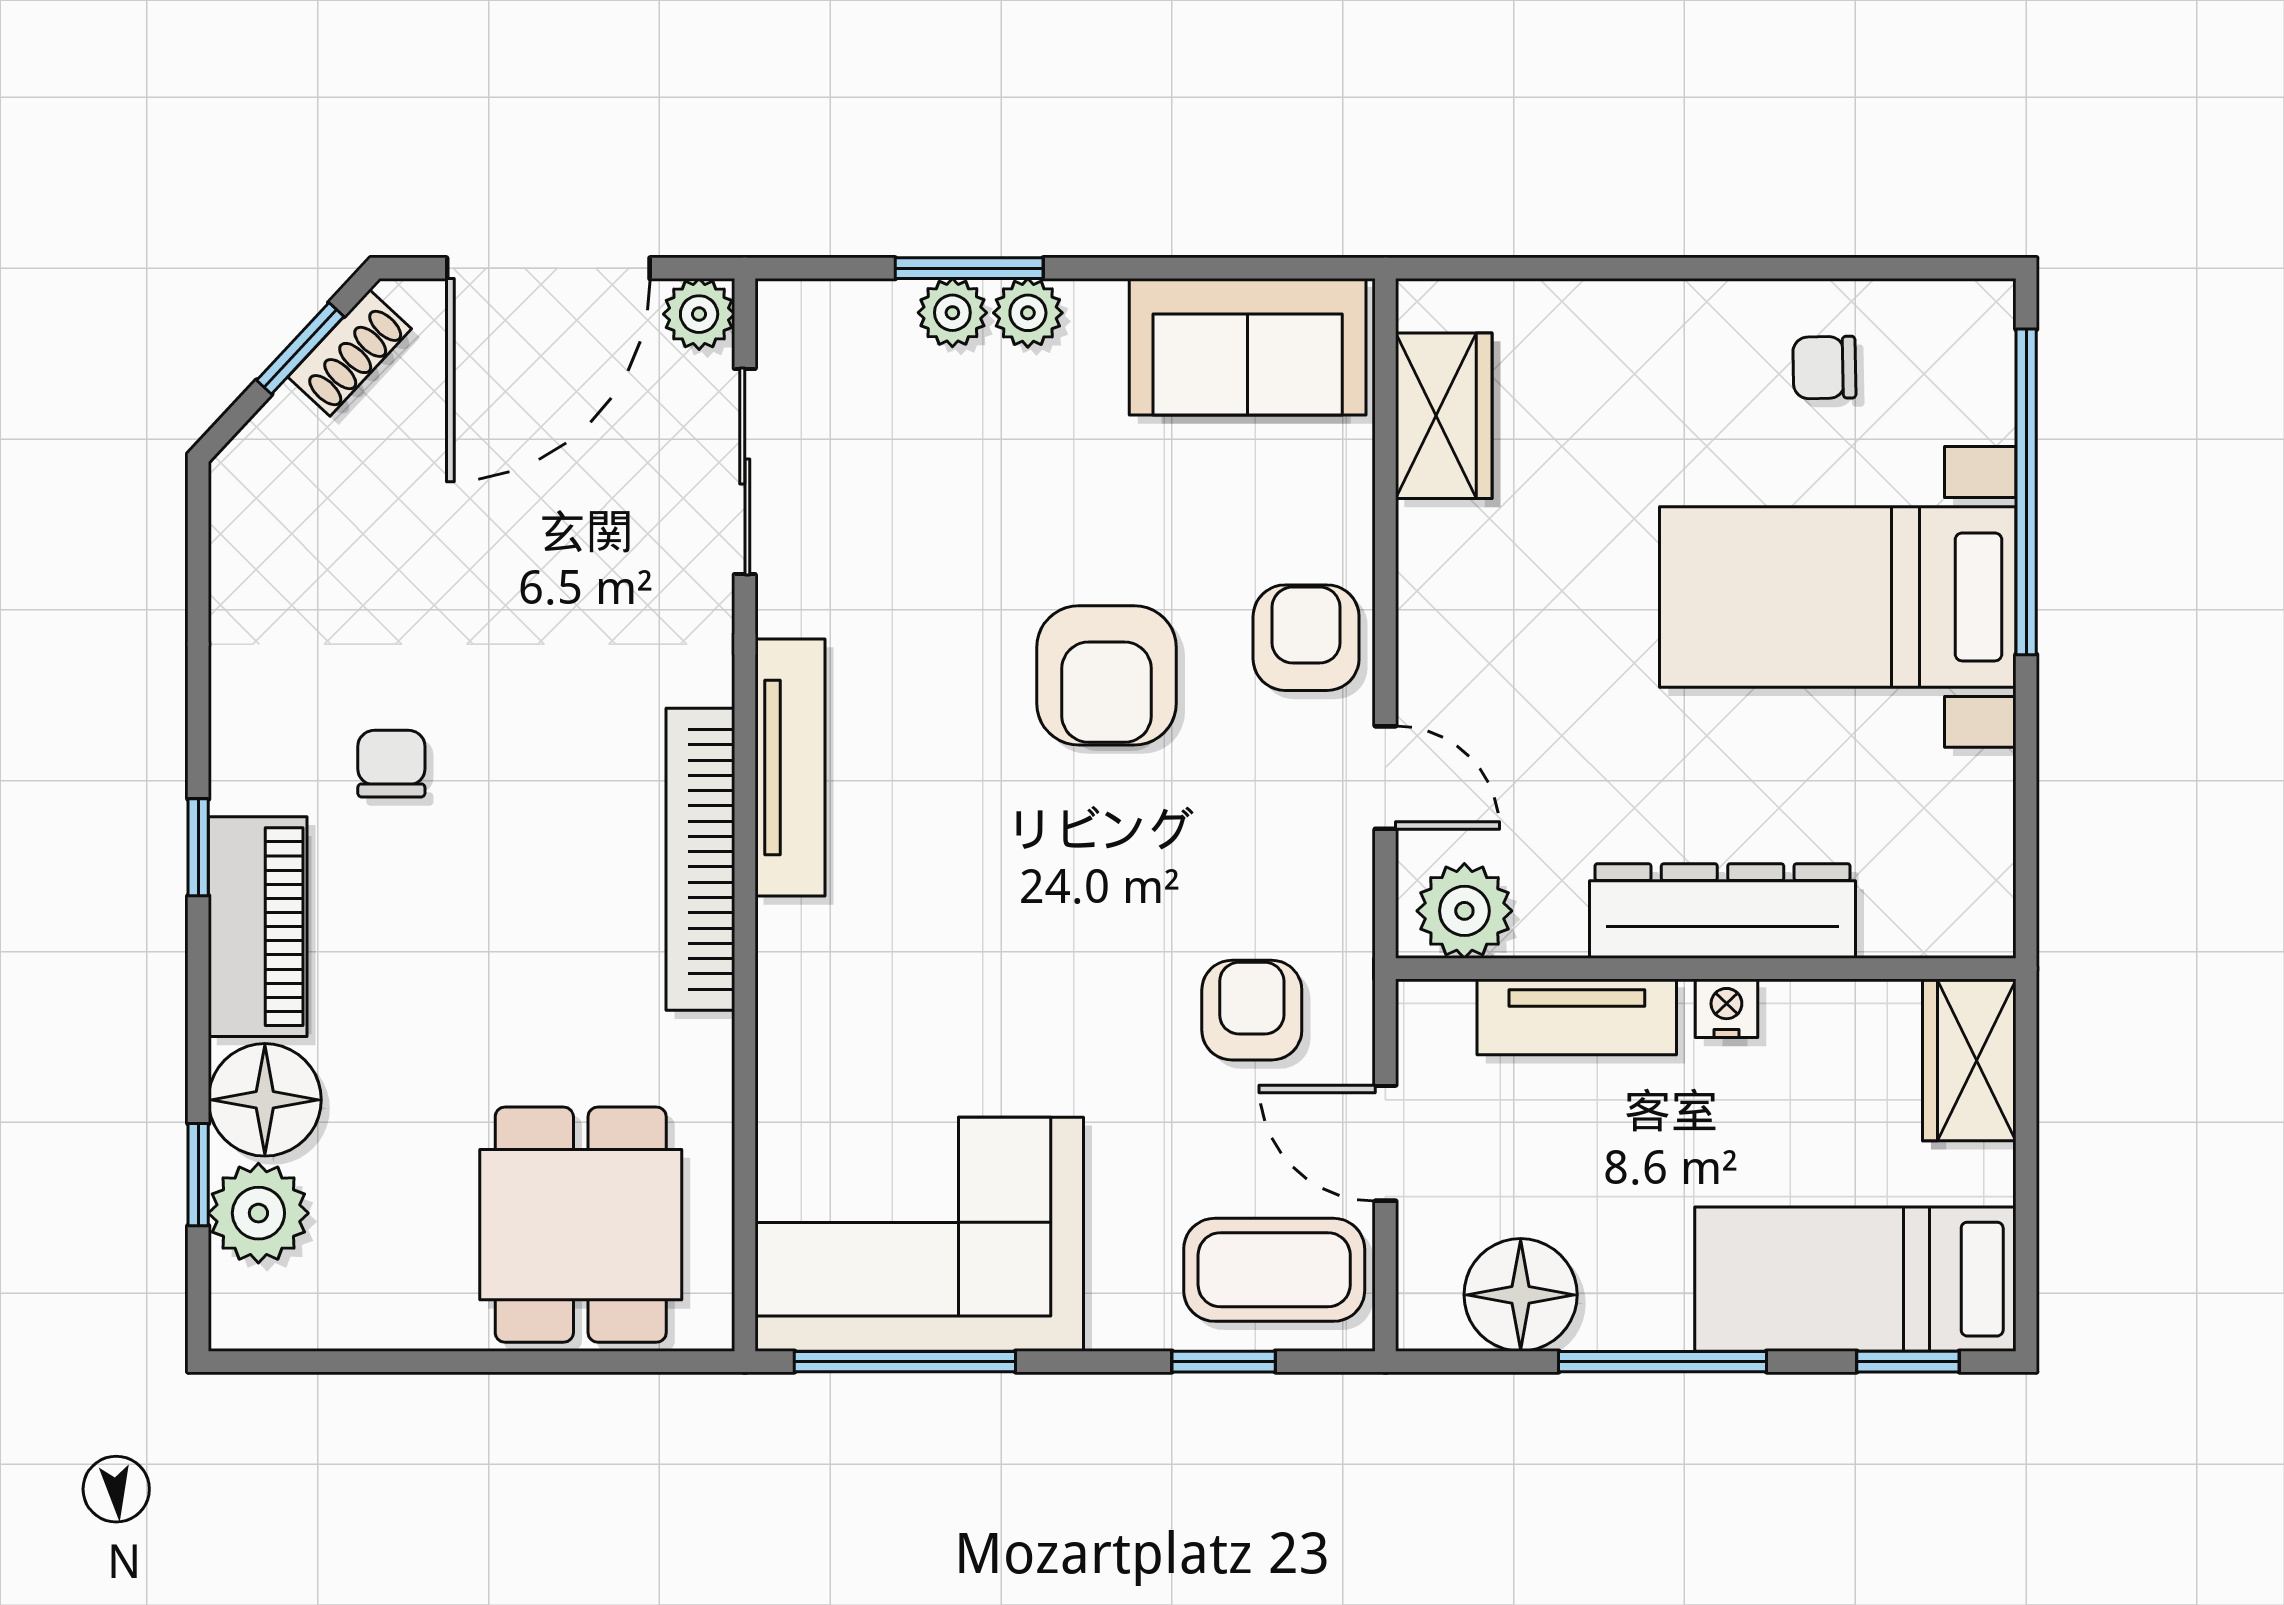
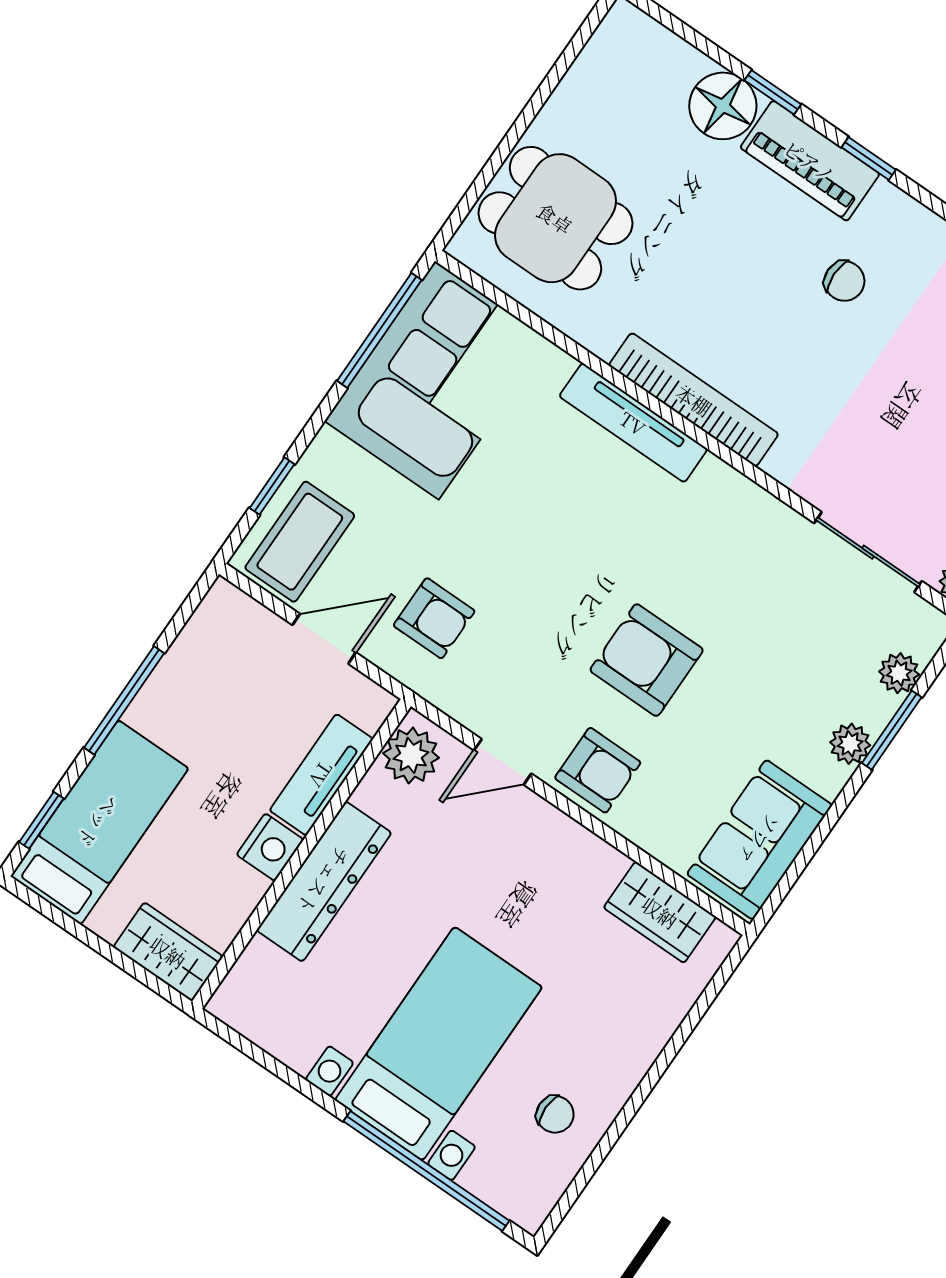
plant: (952, 313) -> (899, 673), moved
chair: (1824, 368) -> (555, 1114), turned 91
tv unit: (790, 767) -> (633, 423), moved
nightstand: (1726, 1008) -> (270, 847), width x1.39, depth x1.35
window: (198, 1175) -> (773, 92), moved
plant: (258, 1213) -> (670, 65), removed
floor lamp: (1521, 1295) -> (205, 654), removed

